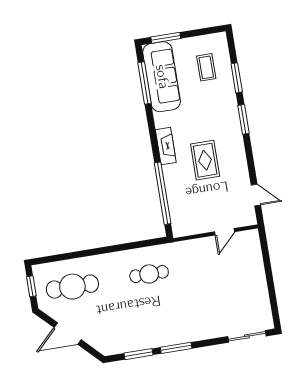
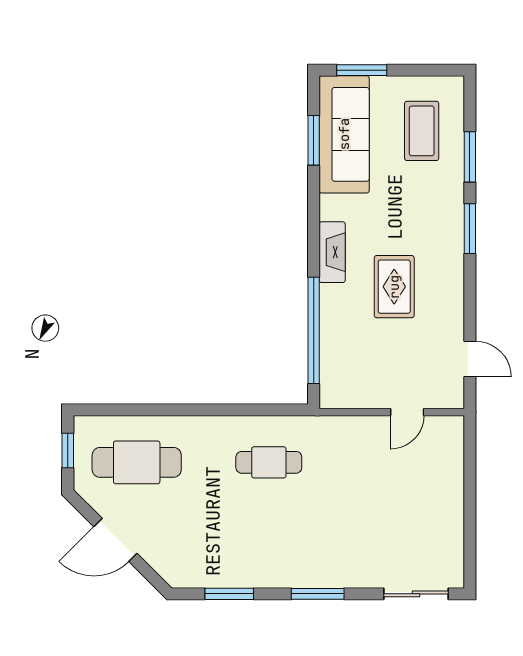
coffee table: (206, 67) -> (422, 131), width x1.36, depth x1.30
window: (144, 83) -> (314, 140), width x0.69
window: (176, 348) -> (318, 594), moved

